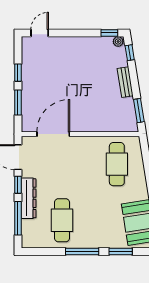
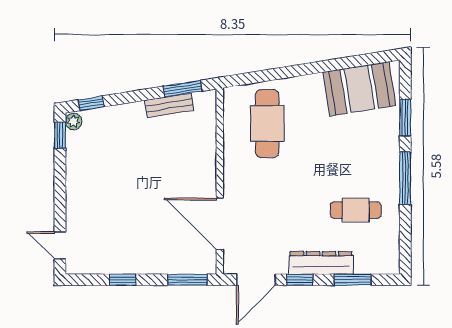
bench: (125, 82) -> (169, 105), moved
window: (18, 102) -> (187, 280), moved
cafe table: (117, 164) -> (267, 123), turned 90
window: (18, 218) -> (353, 280), width x0.69
cafe table: (62, 220) -> (356, 210), width x0.73, depth x0.74

